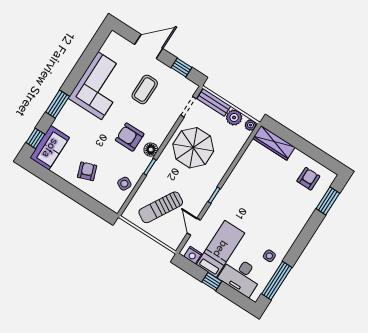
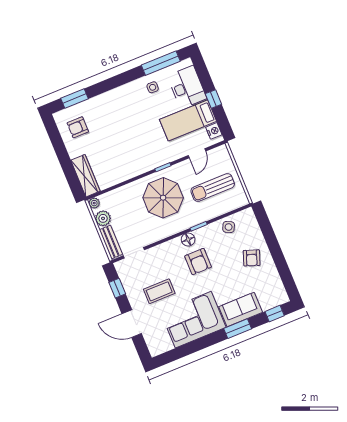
sofa: (50, 148) -> (241, 309), moved
parasol: (193, 148) -> (163, 198), moved
armchair: (87, 171) -> (252, 258), turned -50
sun lounger: (161, 207) -> (213, 188), turned 150

